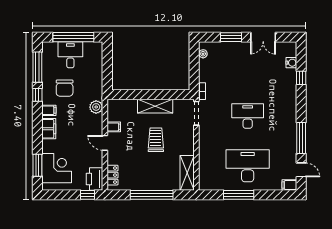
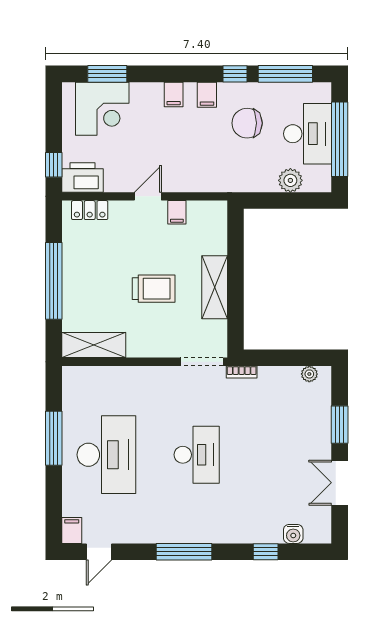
desk: (70, 55) -> (308, 134), width x1.37
plant: (96, 107) -> (290, 180), moved
filing cabinet: (49, 129) -> (174, 94), width x0.50
window: (301, 138) -> (184, 552), moved

